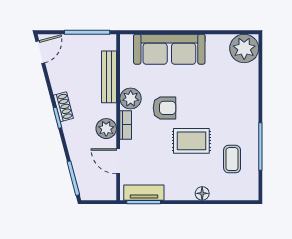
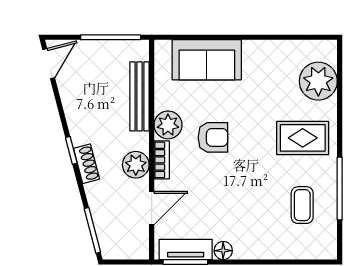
plant: (244, 48) -> (318, 81), moved
sofa: (169, 49) -> (207, 60), width x0.73
shoe rack: (63, 107) -> (87, 164), moved
rug: (191, 141) -> (303, 138), moved
door: (118, 161) -> (152, 208), swing flipped
floor lamp: (202, 193) -> (223, 251), moved

